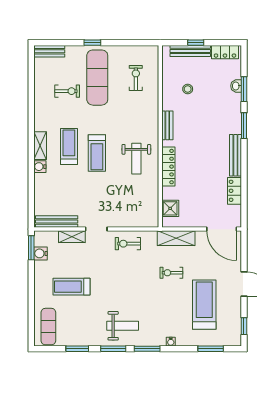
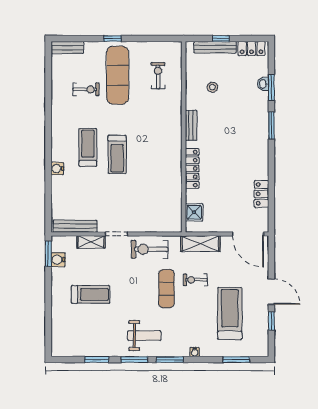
shelving: (40, 146) -> (58, 147), removed
bench: (235, 155) -> (262, 157), removed
weight bench: (136, 159) -> (159, 160), removed
exercise bike: (128, 244) -> (150, 249), width x1.38, depth x1.39
treadmill: (72, 287) -> (91, 294), turned 180
window: (244, 326) -> (271, 321), moved
exercise mat: (48, 327) -> (166, 289), moved

